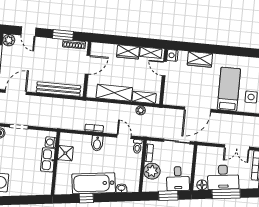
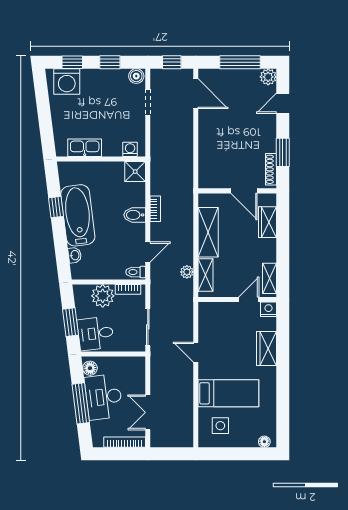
wardrobe: (128, 52) -> (267, 222), moved
bench: (58, 89) -> (206, 153), removed
door: (198, 109) -> (196, 352), width x0.53
shower: (65, 153) -> (135, 172), moved
kitchen sink: (48, 160) -> (85, 148), moved

